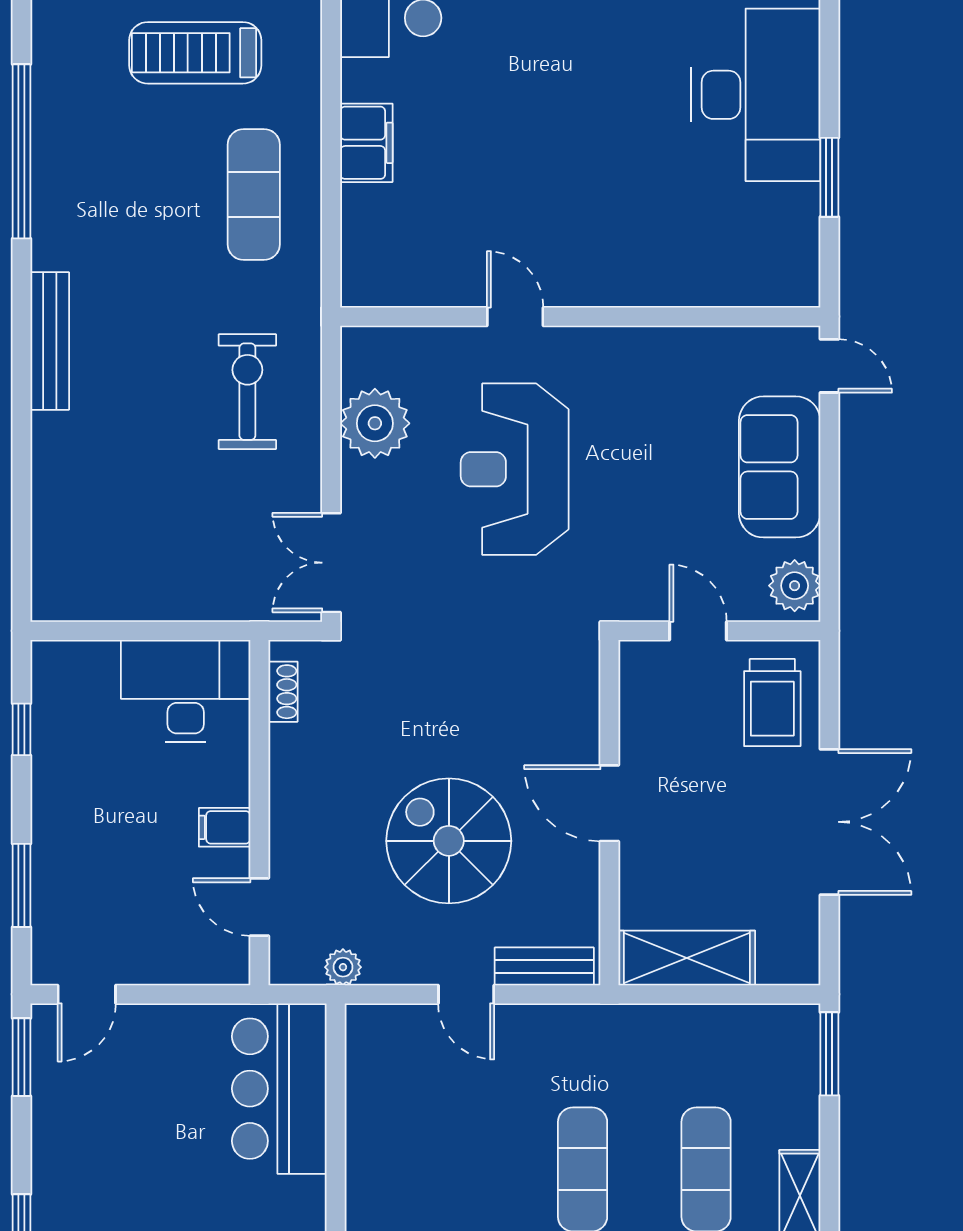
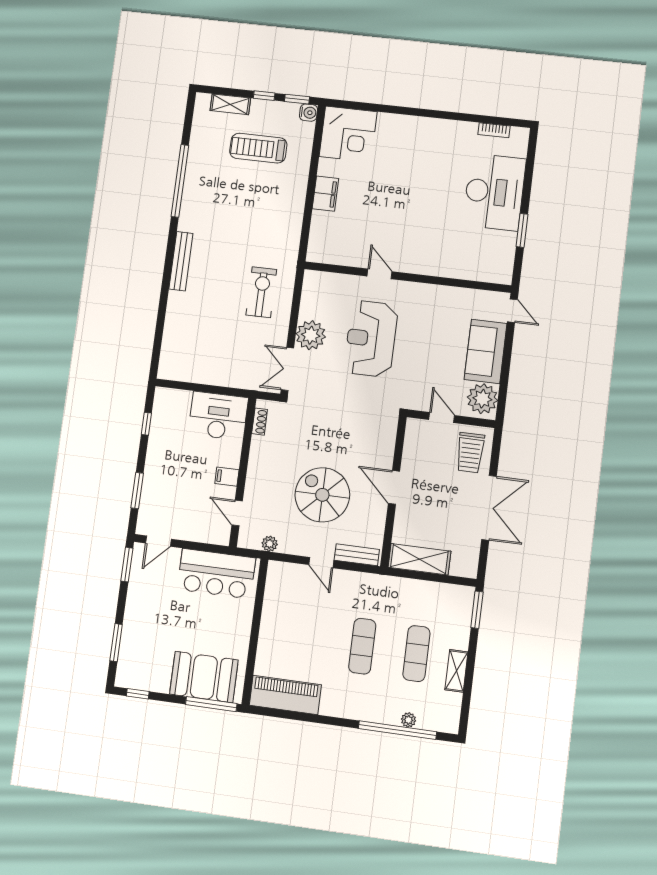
exercise mat: (254, 195) -> (275, 210), removed
plant: (375, 423) -> (311, 335), moved
plant: (795, 586) -> (482, 399), width x1.36, depth x1.36
bar counter: (279, 1089) -> (216, 574), moved, turned -90

